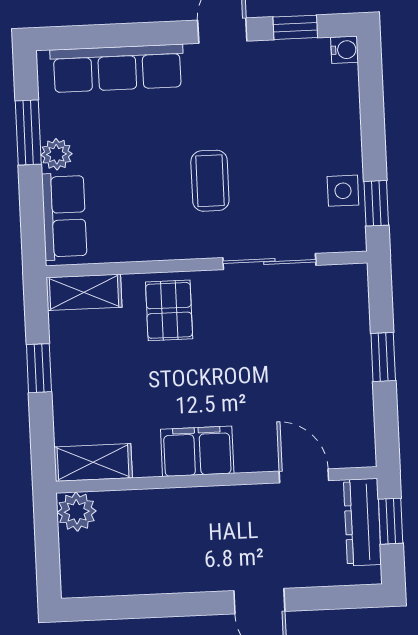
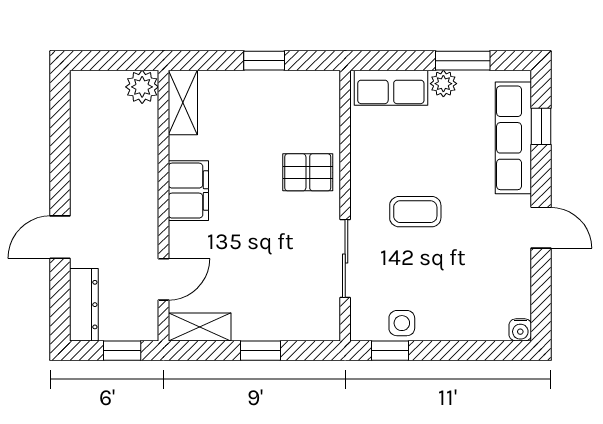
window: (295, 27) -> (541, 126), moved
shelving: (84, 292) -> (200, 327), moved, turned 90
dresser: (362, 522) -> (84, 305), moved, turned 90

